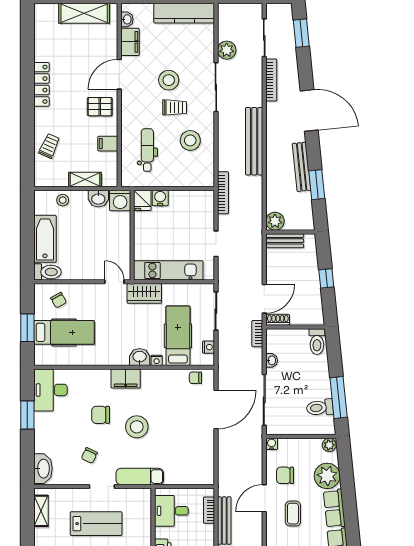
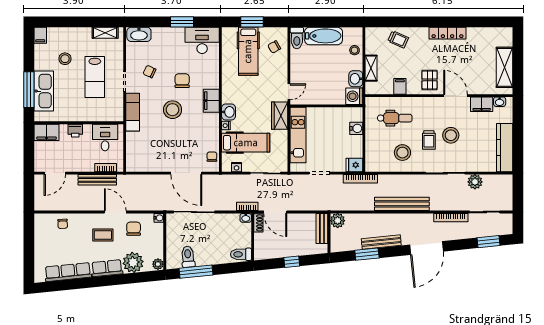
fridge: (142, 200) -> (354, 165), moved
washbasin: (272, 360) -> (246, 218), moved

